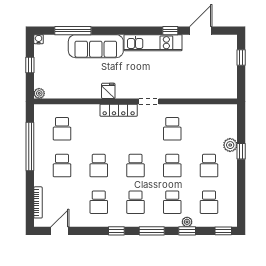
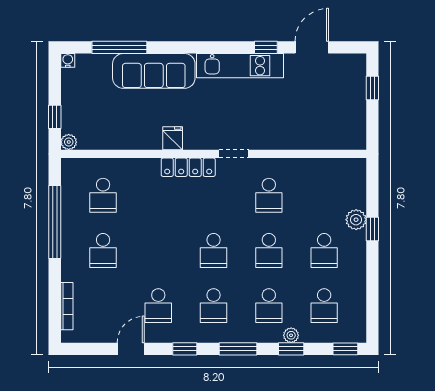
window: (30, 65) -> (55, 117), moved
school desk: (99, 165) -> (158, 250), removed
door: (60, 231) -> (131, 349), moved

